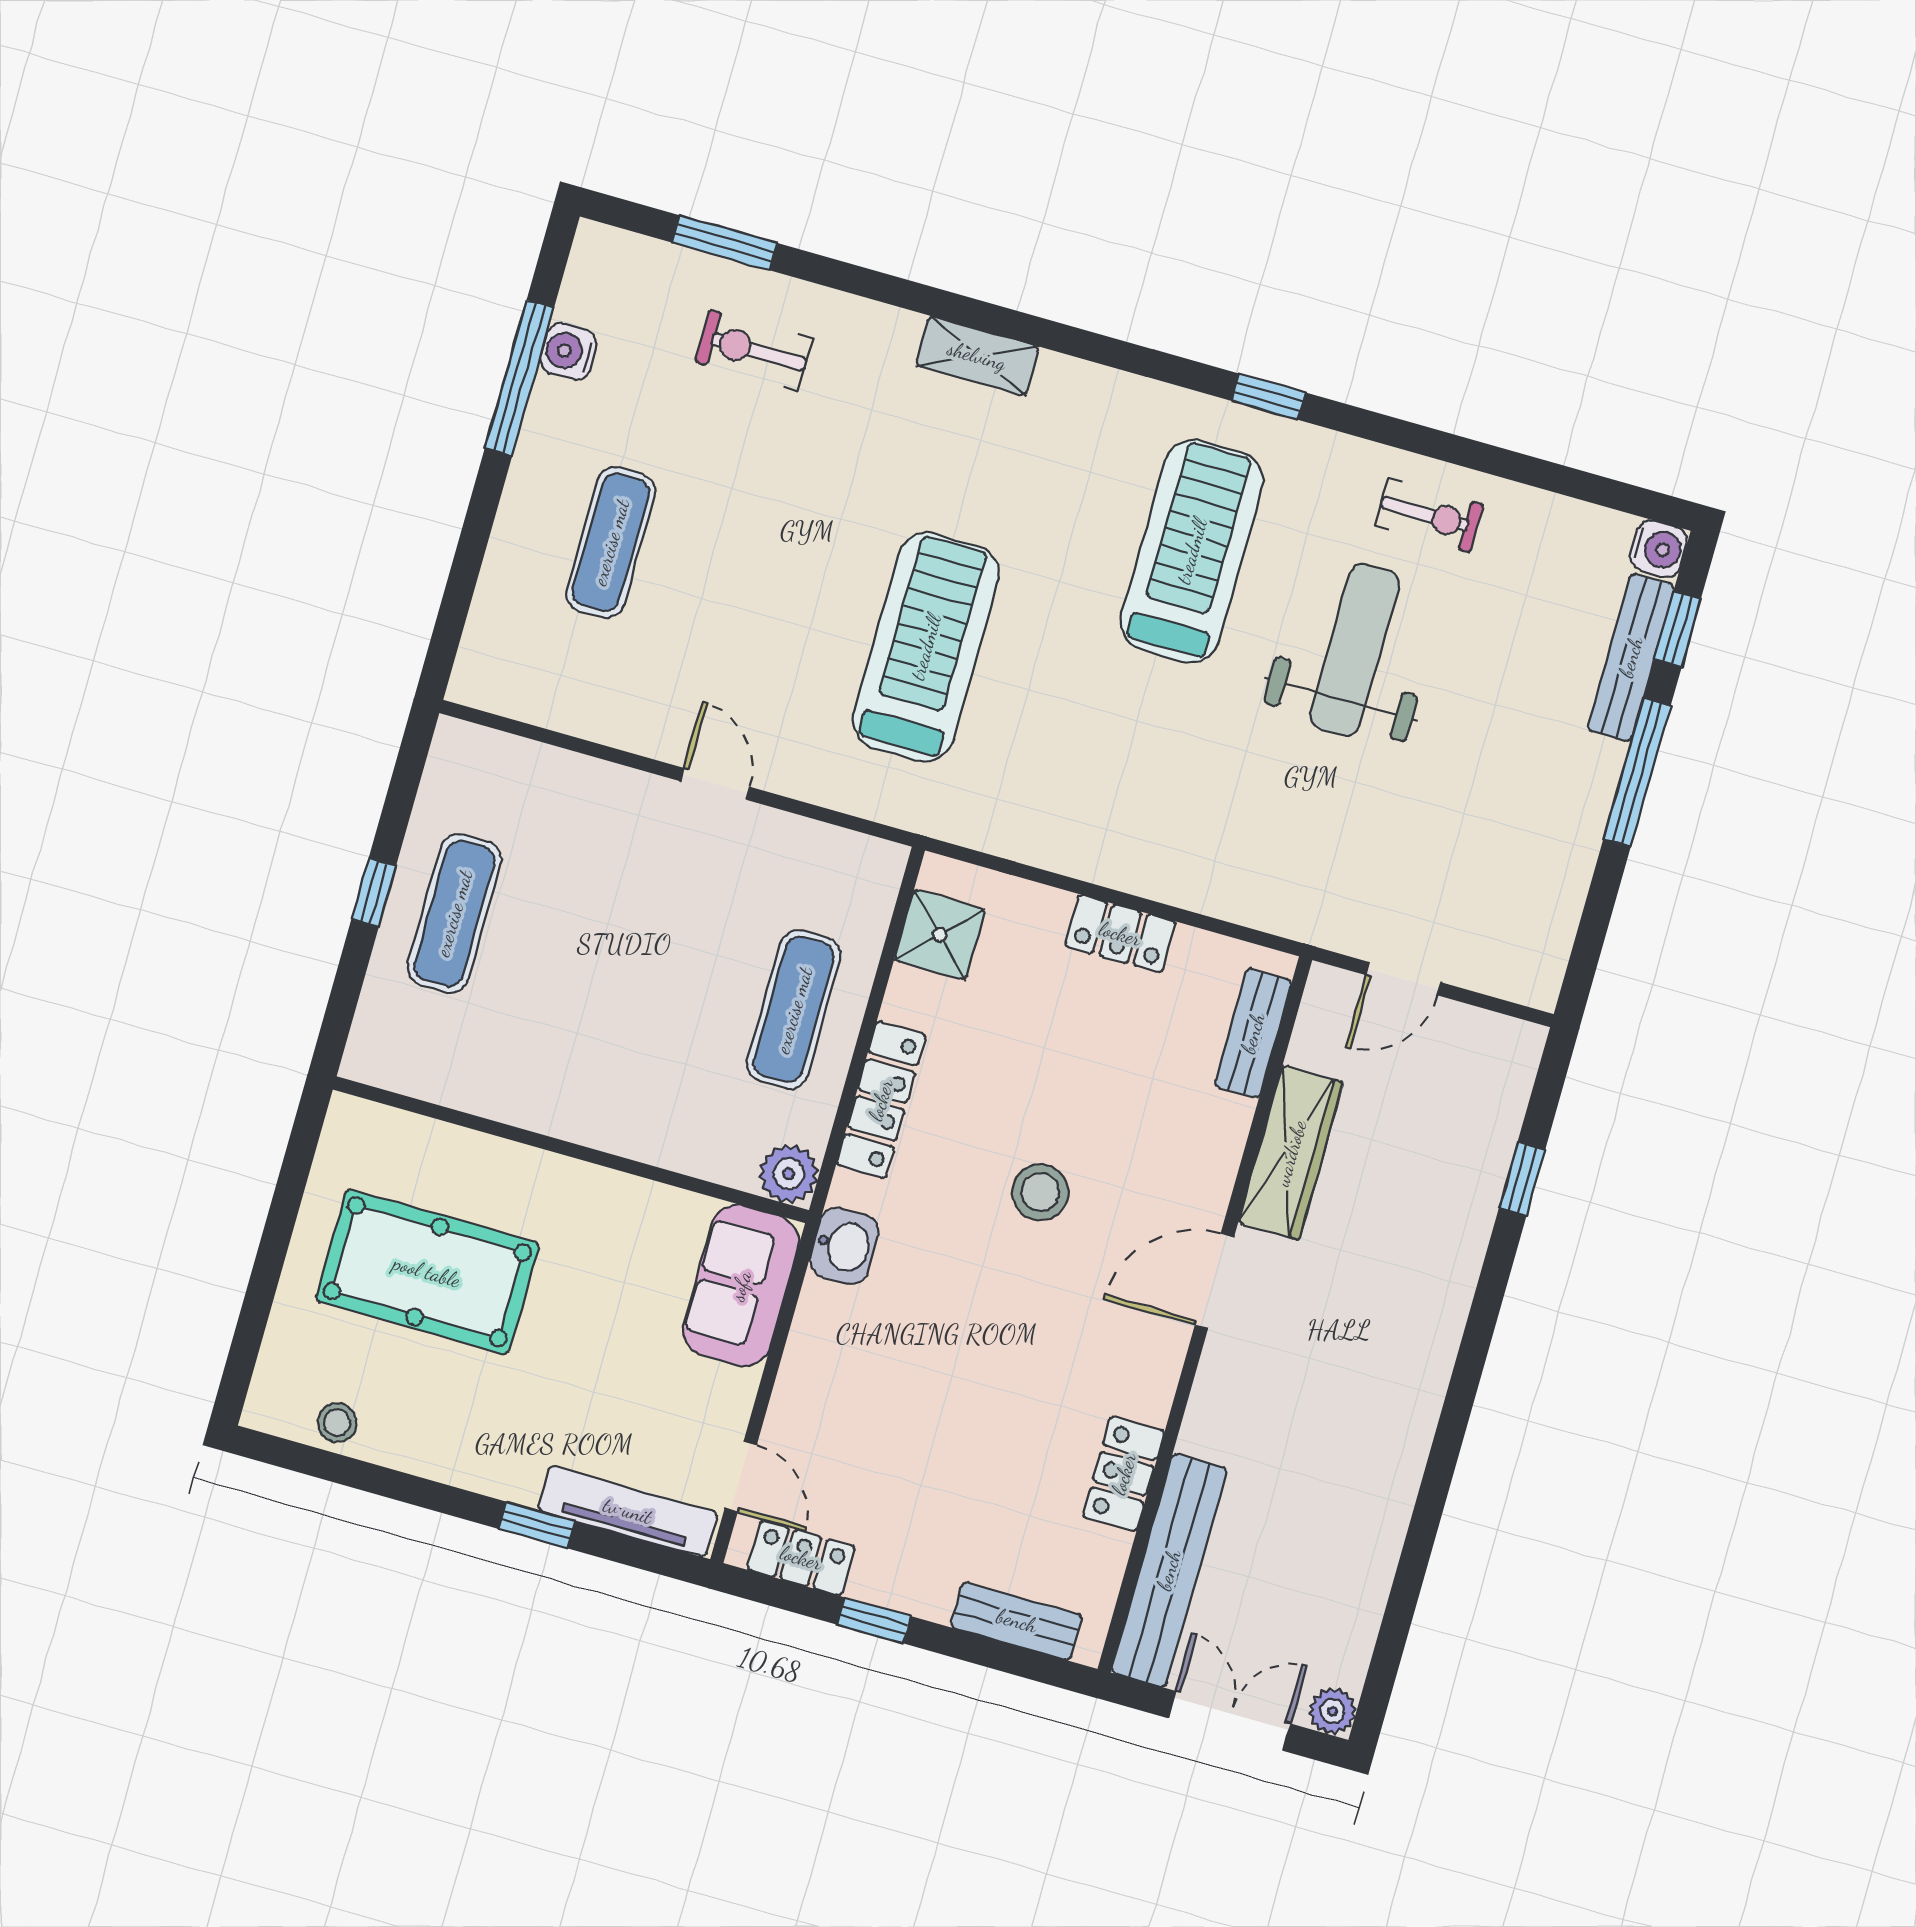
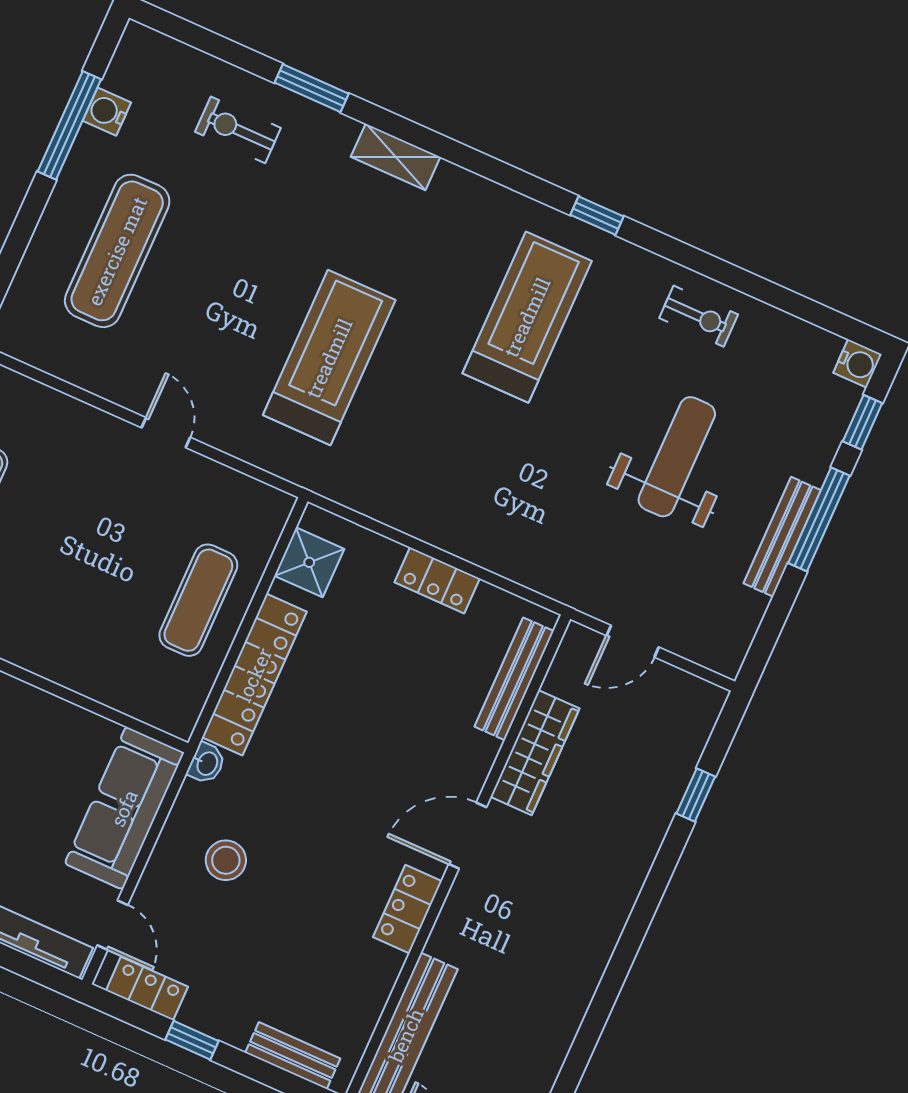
window: (725, 243) -> (312, 88), moved
exercise mat: (611, 542) -> (117, 251), width x1.36, depth x1.45
weight bench: (1355, 650) -> (677, 457), moved
bench: (1631, 657) -> (782, 537), moved
bench: (1253, 1033) -> (514, 679), width x1.36
locker: (881, 1100) -> (254, 675), width x1.41, depth x1.21
plant: (789, 1174) -> (178, 716), removed
stool: (1040, 1192) -> (226, 860), moved
washbasin: (844, 1246) -> (207, 763), width x0.72, depth x0.69
sofa: (741, 1286) -> (124, 808), width x1.36
locker: (1124, 1474) -> (407, 909), moved

